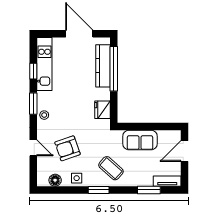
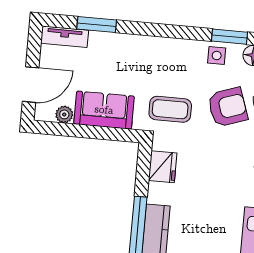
plant: (163, 135) -> (64, 114), added
coffee table: (111, 168) -> (170, 109), moved, turned -42
window: (99, 190) -> (230, 37), moved

